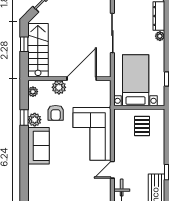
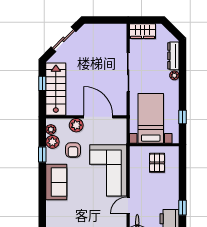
door: (82, 79) -> (98, 117), hinge flipped
plant: (35, 120) -> (52, 142), moved

